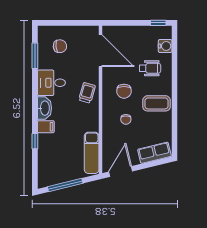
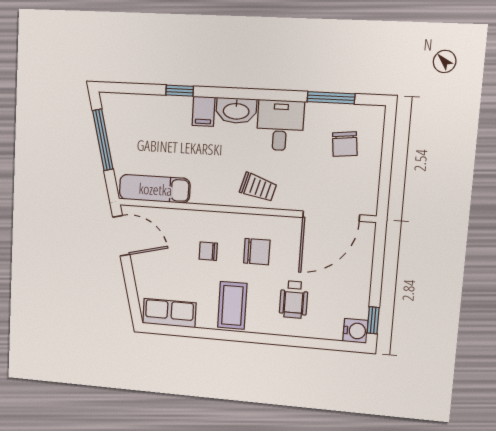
water cooler: (165, 46) -> (355, 331), moved, turned -90
chair: (124, 91) -> (257, 252), turned 180
row of seats: (154, 153) -> (169, 313), moved, turned -76

